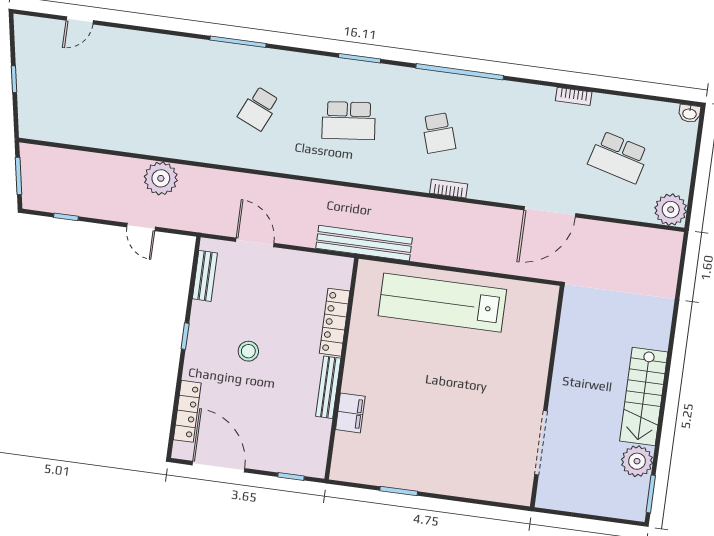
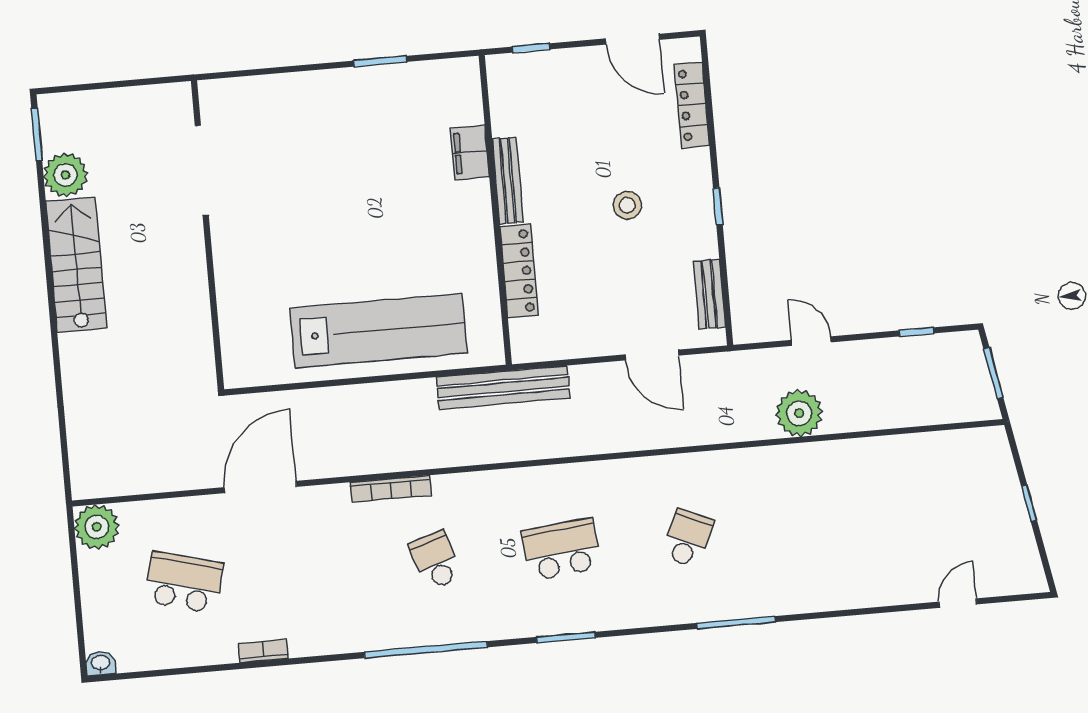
bookcase: (449, 189) -> (391, 489), width x1.56
door: (218, 467) -> (632, 39), width x0.73

